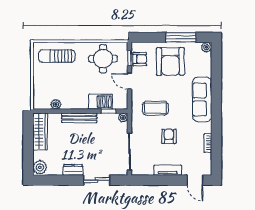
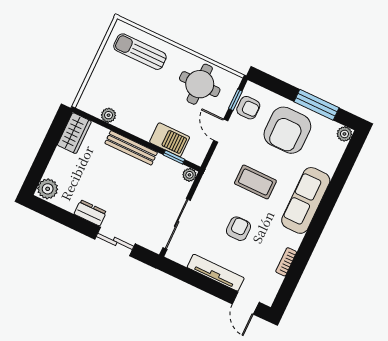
coffee table: (155, 108) -> (255, 182), moved
wardrobe: (40, 132) -> (74, 133), width x0.67
tv unit: (168, 170) -> (216, 273), width x1.41

